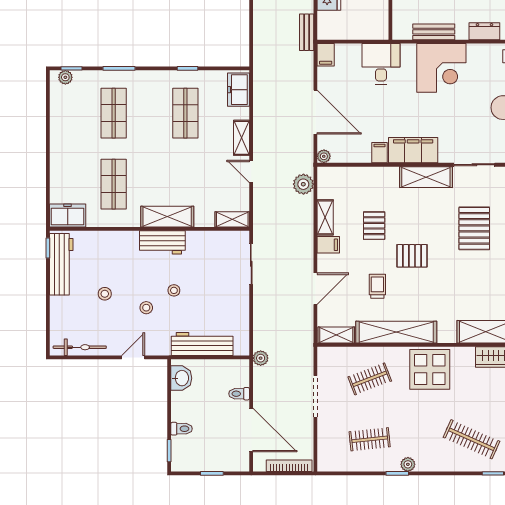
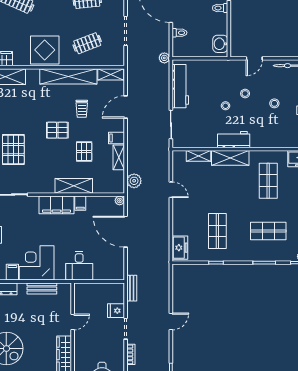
filing cabinet: (326, 55) -> (12, 272), moved
shop shelf: (114, 113) -> (268, 231), turned 90
shelving: (241, 138) -> (178, 214), removed
shelving: (426, 177) -> (74, 186), moved
shelving: (232, 219) -> (198, 156), moved
workbench: (202, 344) -> (180, 86), moved, turned -90

